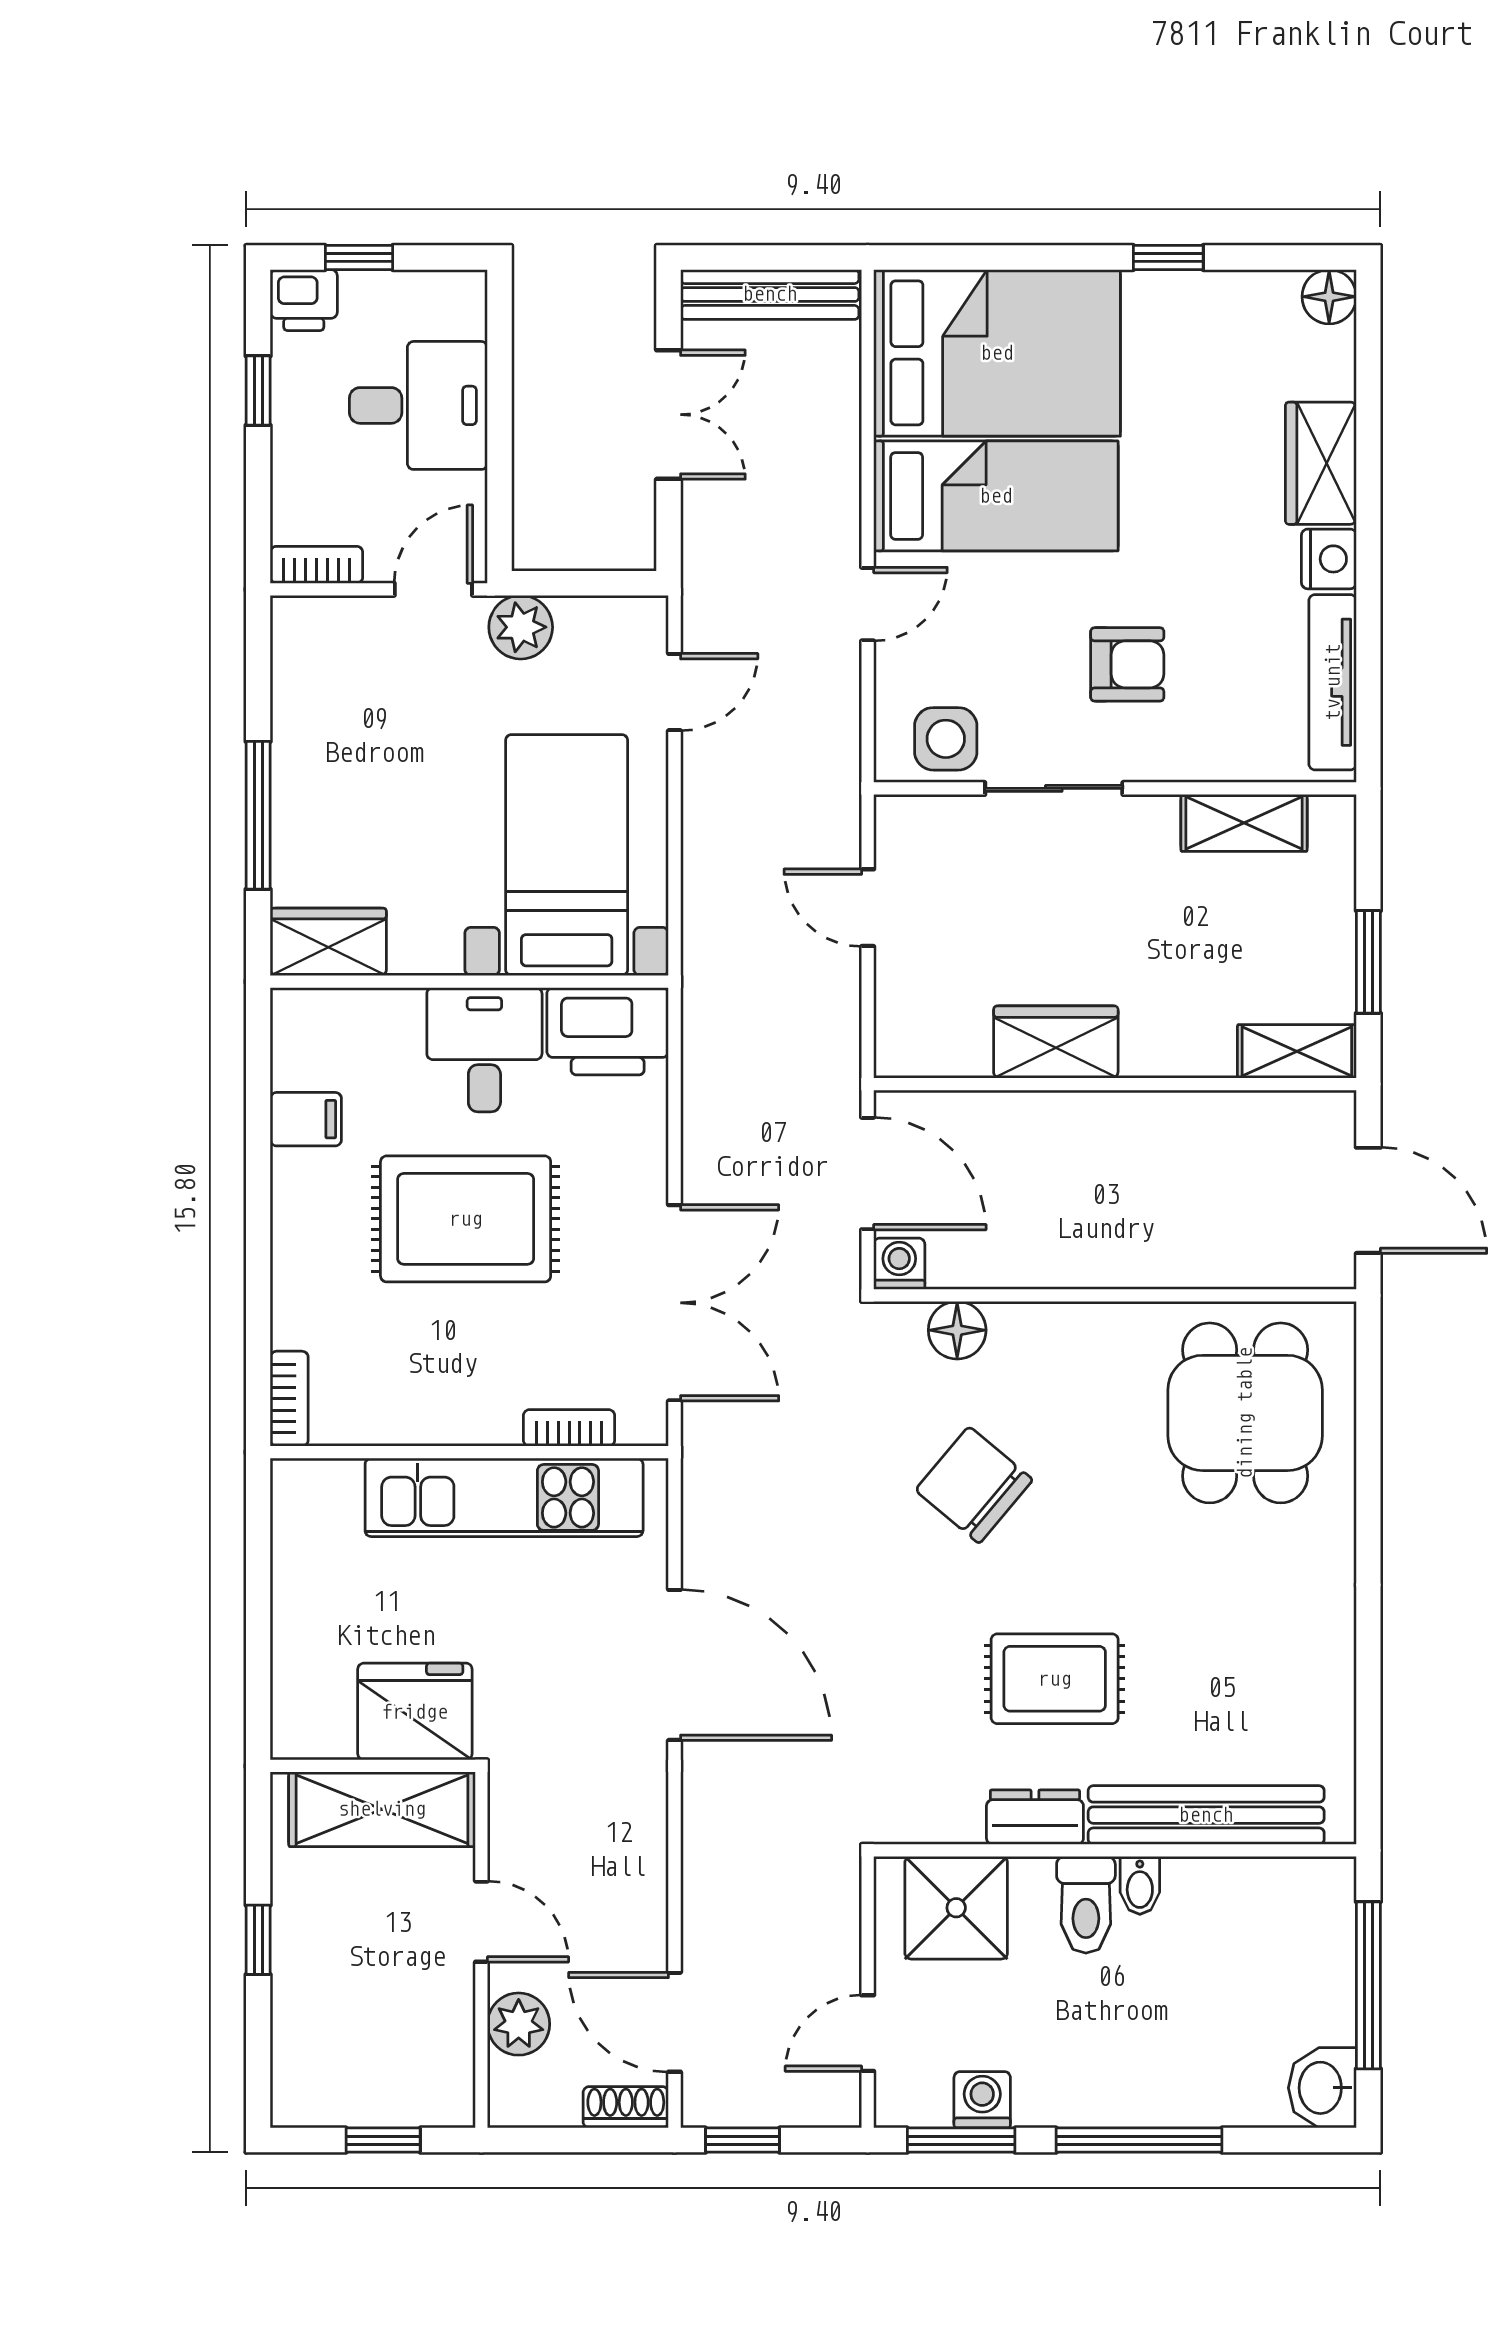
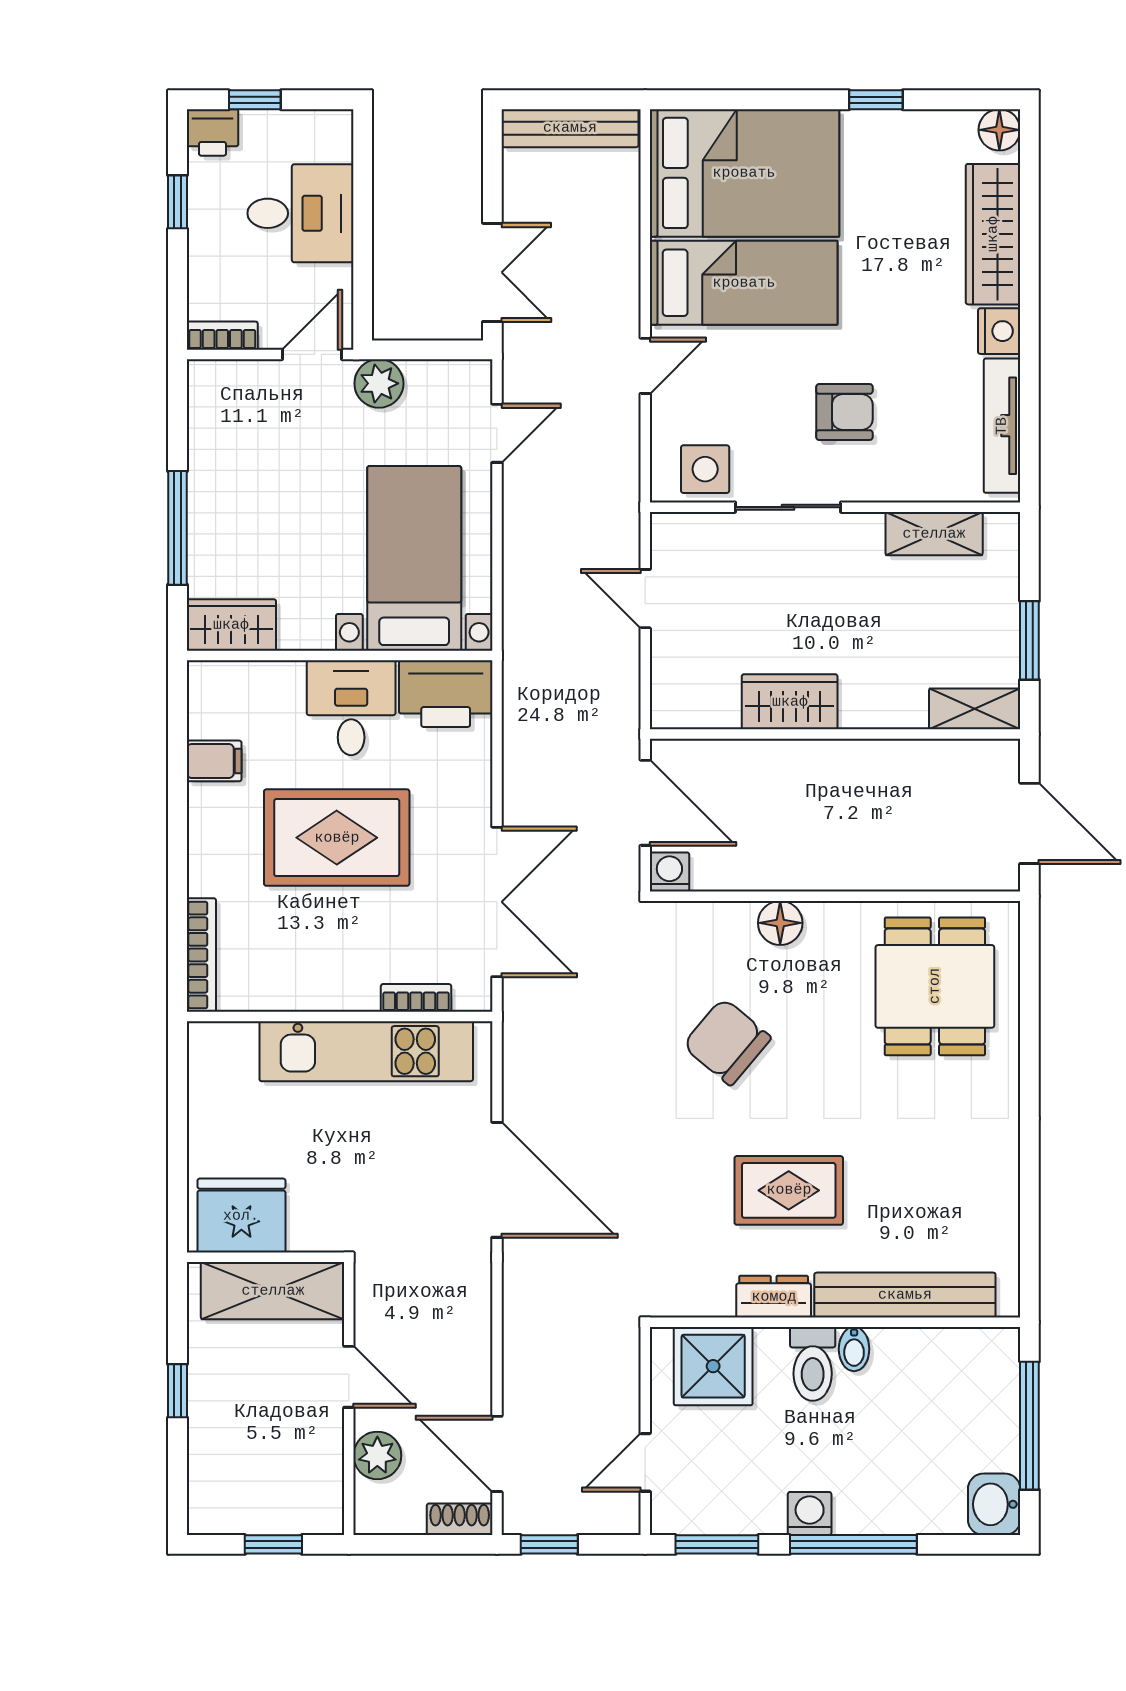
double door: (668, 415) -> (492, 272), moved
wardrobe: (1321, 463) -> (993, 234), width x1.50
floor lamp: (957, 1330) -> (780, 923), moved
bookcase: (289, 1399) -> (201, 955), width x1.56
fridge: (415, 1712) -> (241, 1216), moved
washing machine: (982, 2100) -> (810, 1513), moved

